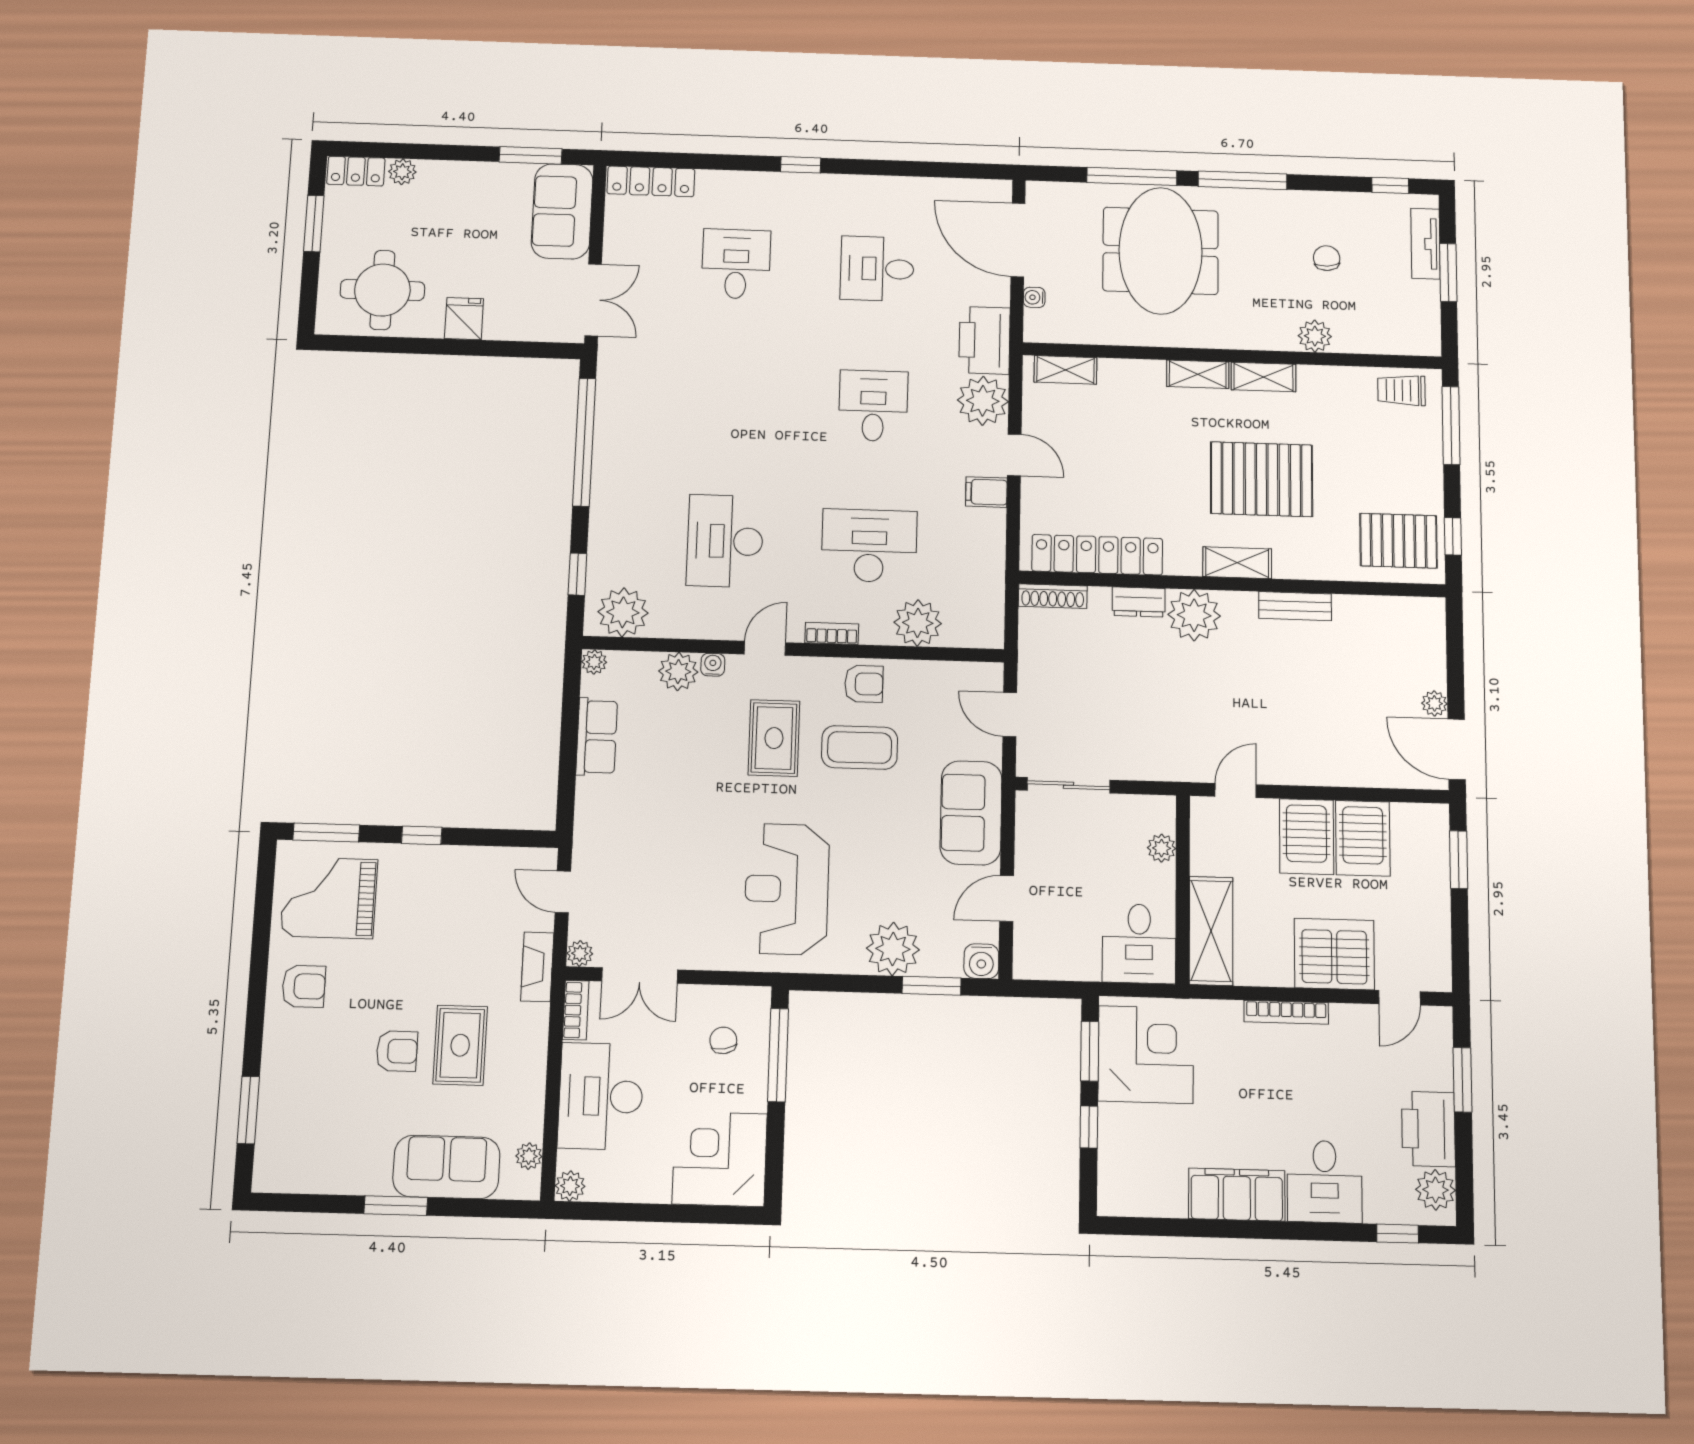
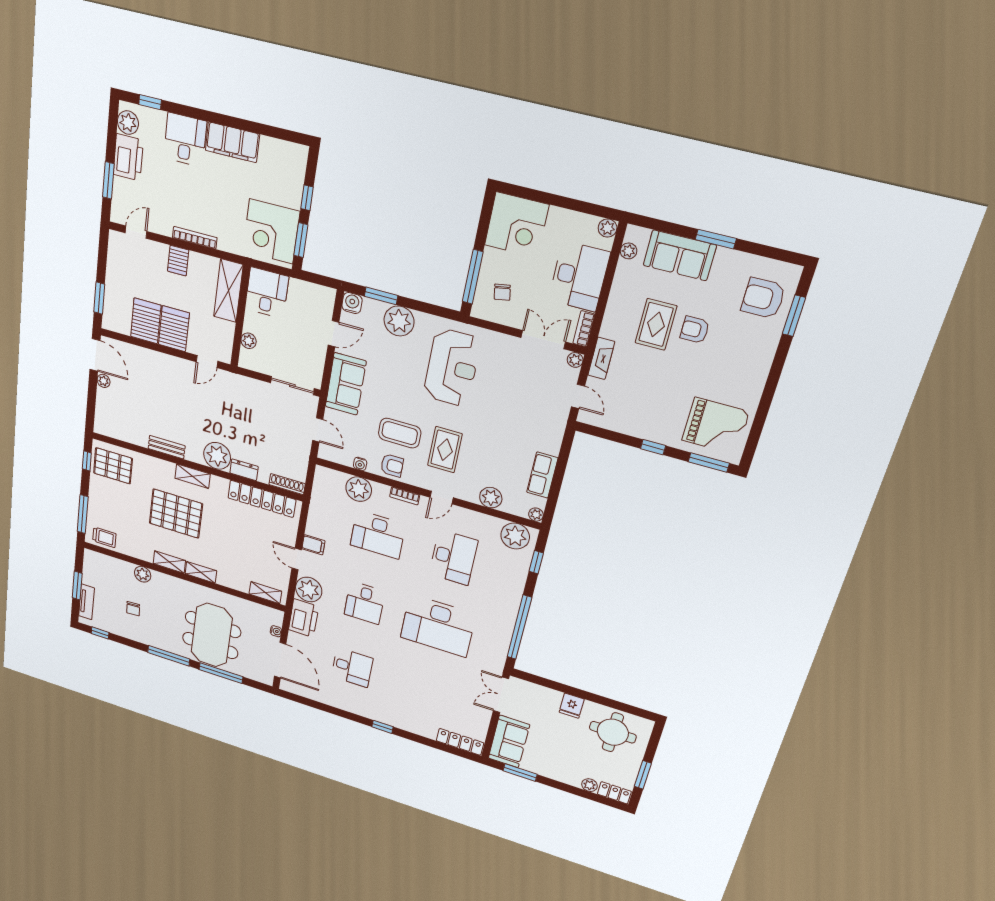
desk: (736, 264) -> (438, 626), moved, width x1.87, depth x1.30
water cooler: (713, 665) -> (360, 464), moved
armchair: (864, 684) -> (392, 465), turned 180
server rack: (1334, 954) -> (178, 261), width x0.46, depth x0.70
armchair: (304, 986) -> (763, 298), moved, width x1.38, depth x1.38

